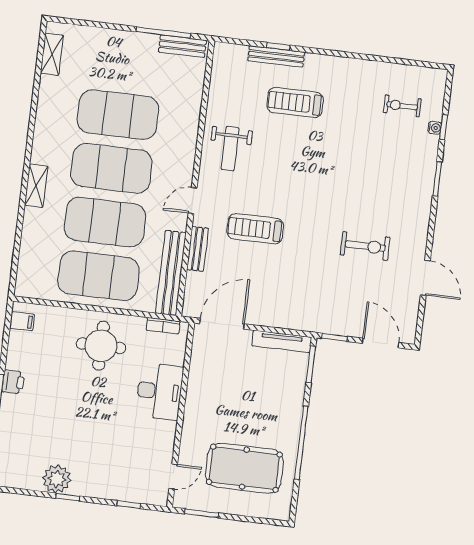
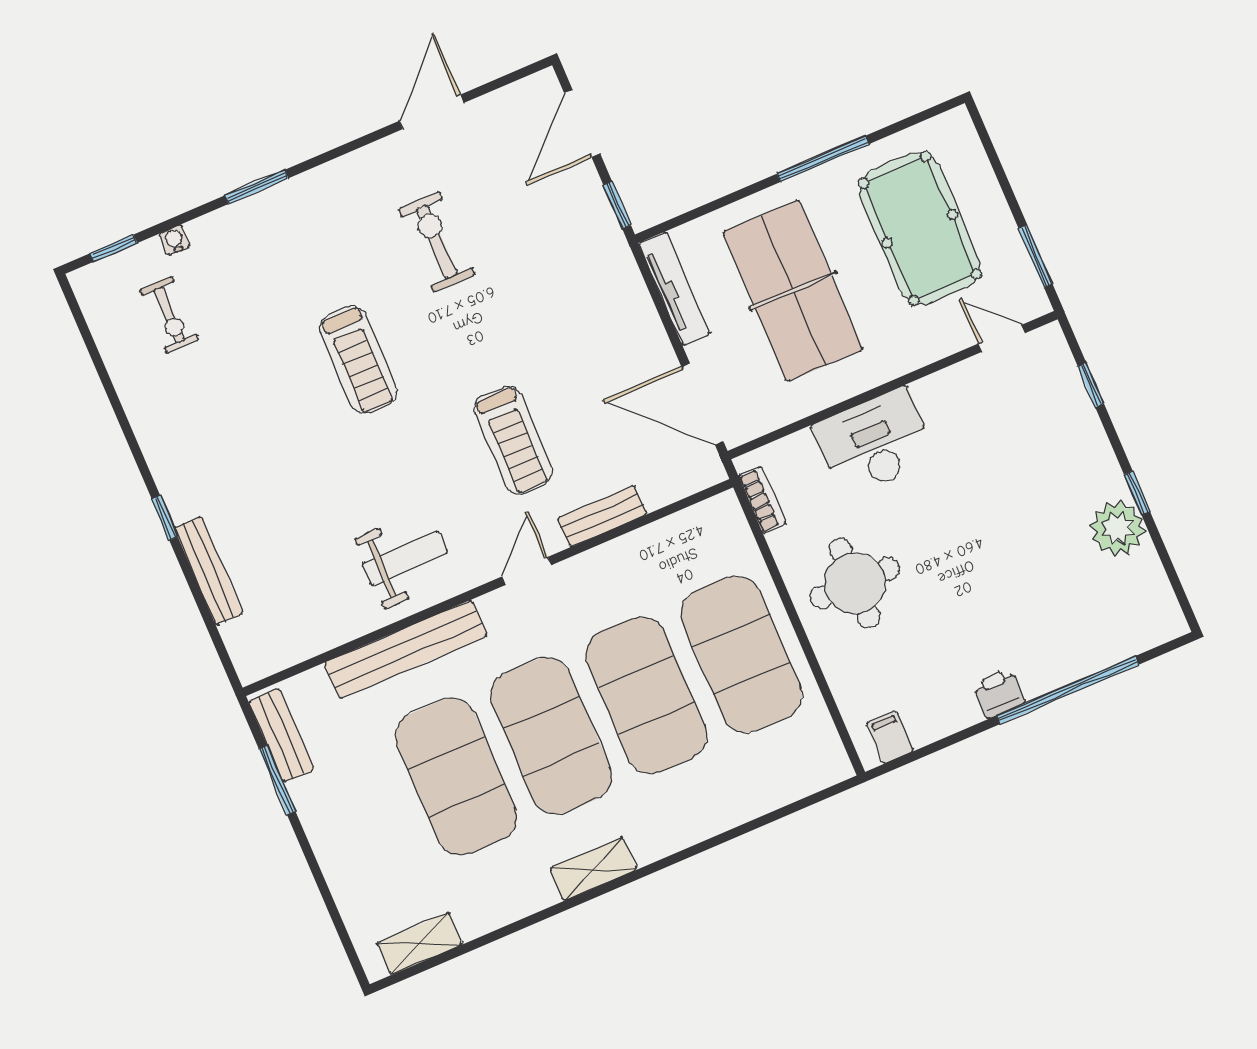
window: (163, 33) -> (277, 780), width x0.69
window: (278, 46) -> (165, 518), moved
treadmill: (295, 102) -> (358, 360), moved
window: (444, 127) -> (113, 248), moved
shelving: (36, 186) -> (593, 869), moved
door: (193, 201) -> (527, 571), swing flipped
bench: (171, 273) -> (406, 649), moved
window: (311, 364) -> (684, 218), removed
table tennis table: (250, 395) -> (793, 291), added
window: (301, 443) -> (823, 159), width x0.68

